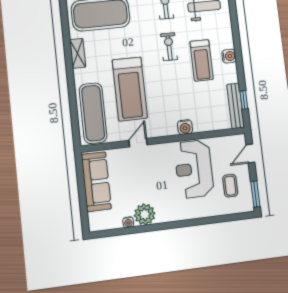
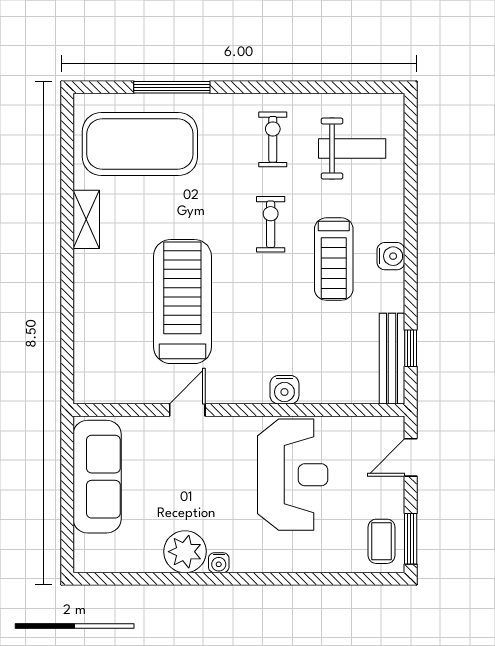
treadmill: (130, 89) -> (182, 302), turned 180
exercise mat: (93, 113) -> (105, 342), removed
reception desk: (194, 169) -> (293, 475), turned 180
coffee table: (230, 186) -> (382, 541), moved
water cooler: (128, 222) -> (219, 563), moved

